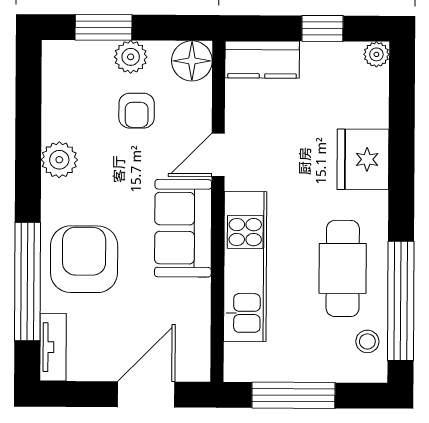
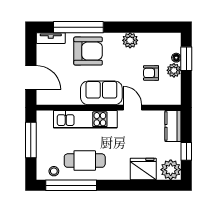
plant: (376, 54) -> (171, 170), width x1.88, depth x1.88
floor lamp: (192, 61) -> (176, 58), moved, width x0.53, depth x0.53
fridge: (363, 159) -> (143, 169), moved

